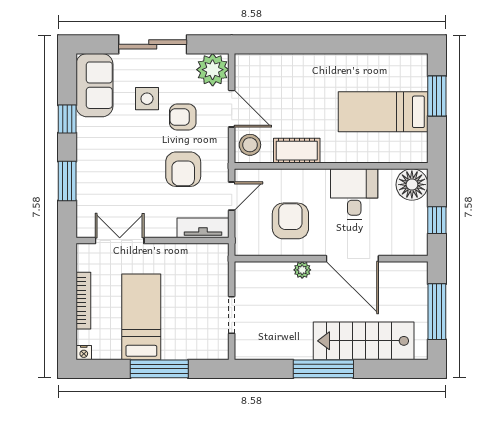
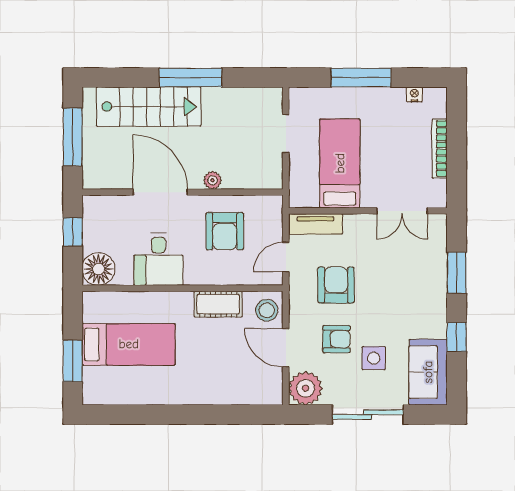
bed: (141, 317) -> (340, 163), moved, turned 180
nightstand: (84, 353) -> (414, 94), moved

